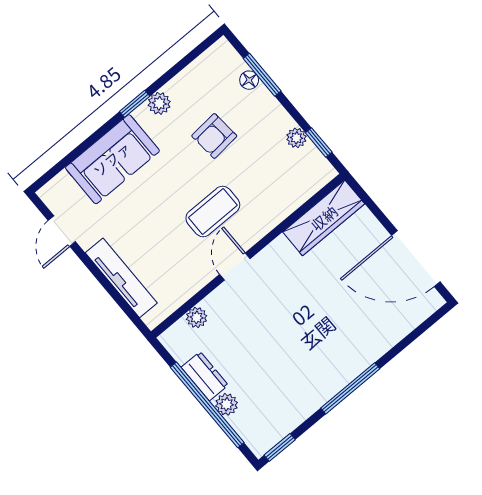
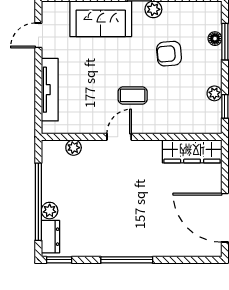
coffee table: (213, 211) -> (133, 95), width x0.73, depth x0.77
dresser: (205, 376) -> (50, 237), moved

